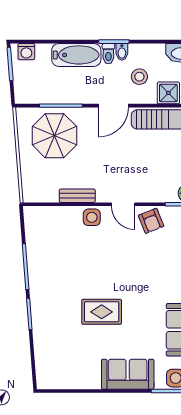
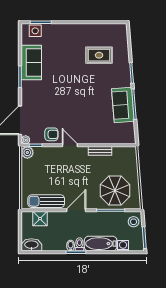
washing machine: (26, 52) -> (123, 246), moved
stool: (139, 77) -> (134, 222), moved
side table: (92, 217) -> (90, 137), removed
armchair: (151, 221) -> (51, 134), turned 112
rug: (102, 312) -> (99, 55), moved
sofa: (128, 374) -> (123, 105), moved, turned 86

